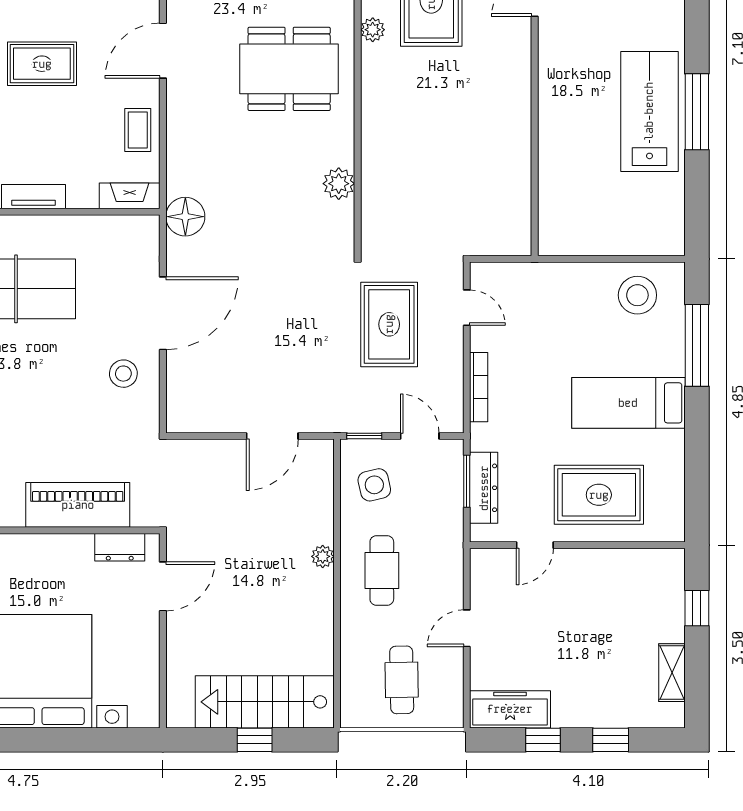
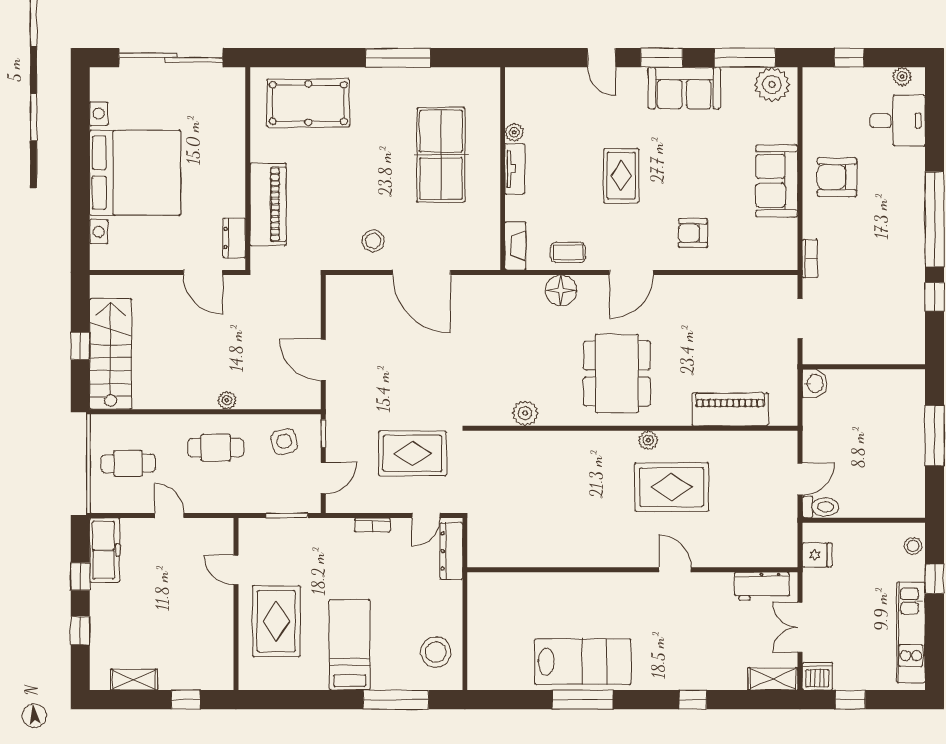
door: (163, 51) -> (631, 272), swing flipped
floor lamp: (185, 217) -> (561, 290), moved
bookcase: (479, 387) -> (372, 525), width x0.64
dresser: (484, 488) -> (451, 551), moved, turned 90

